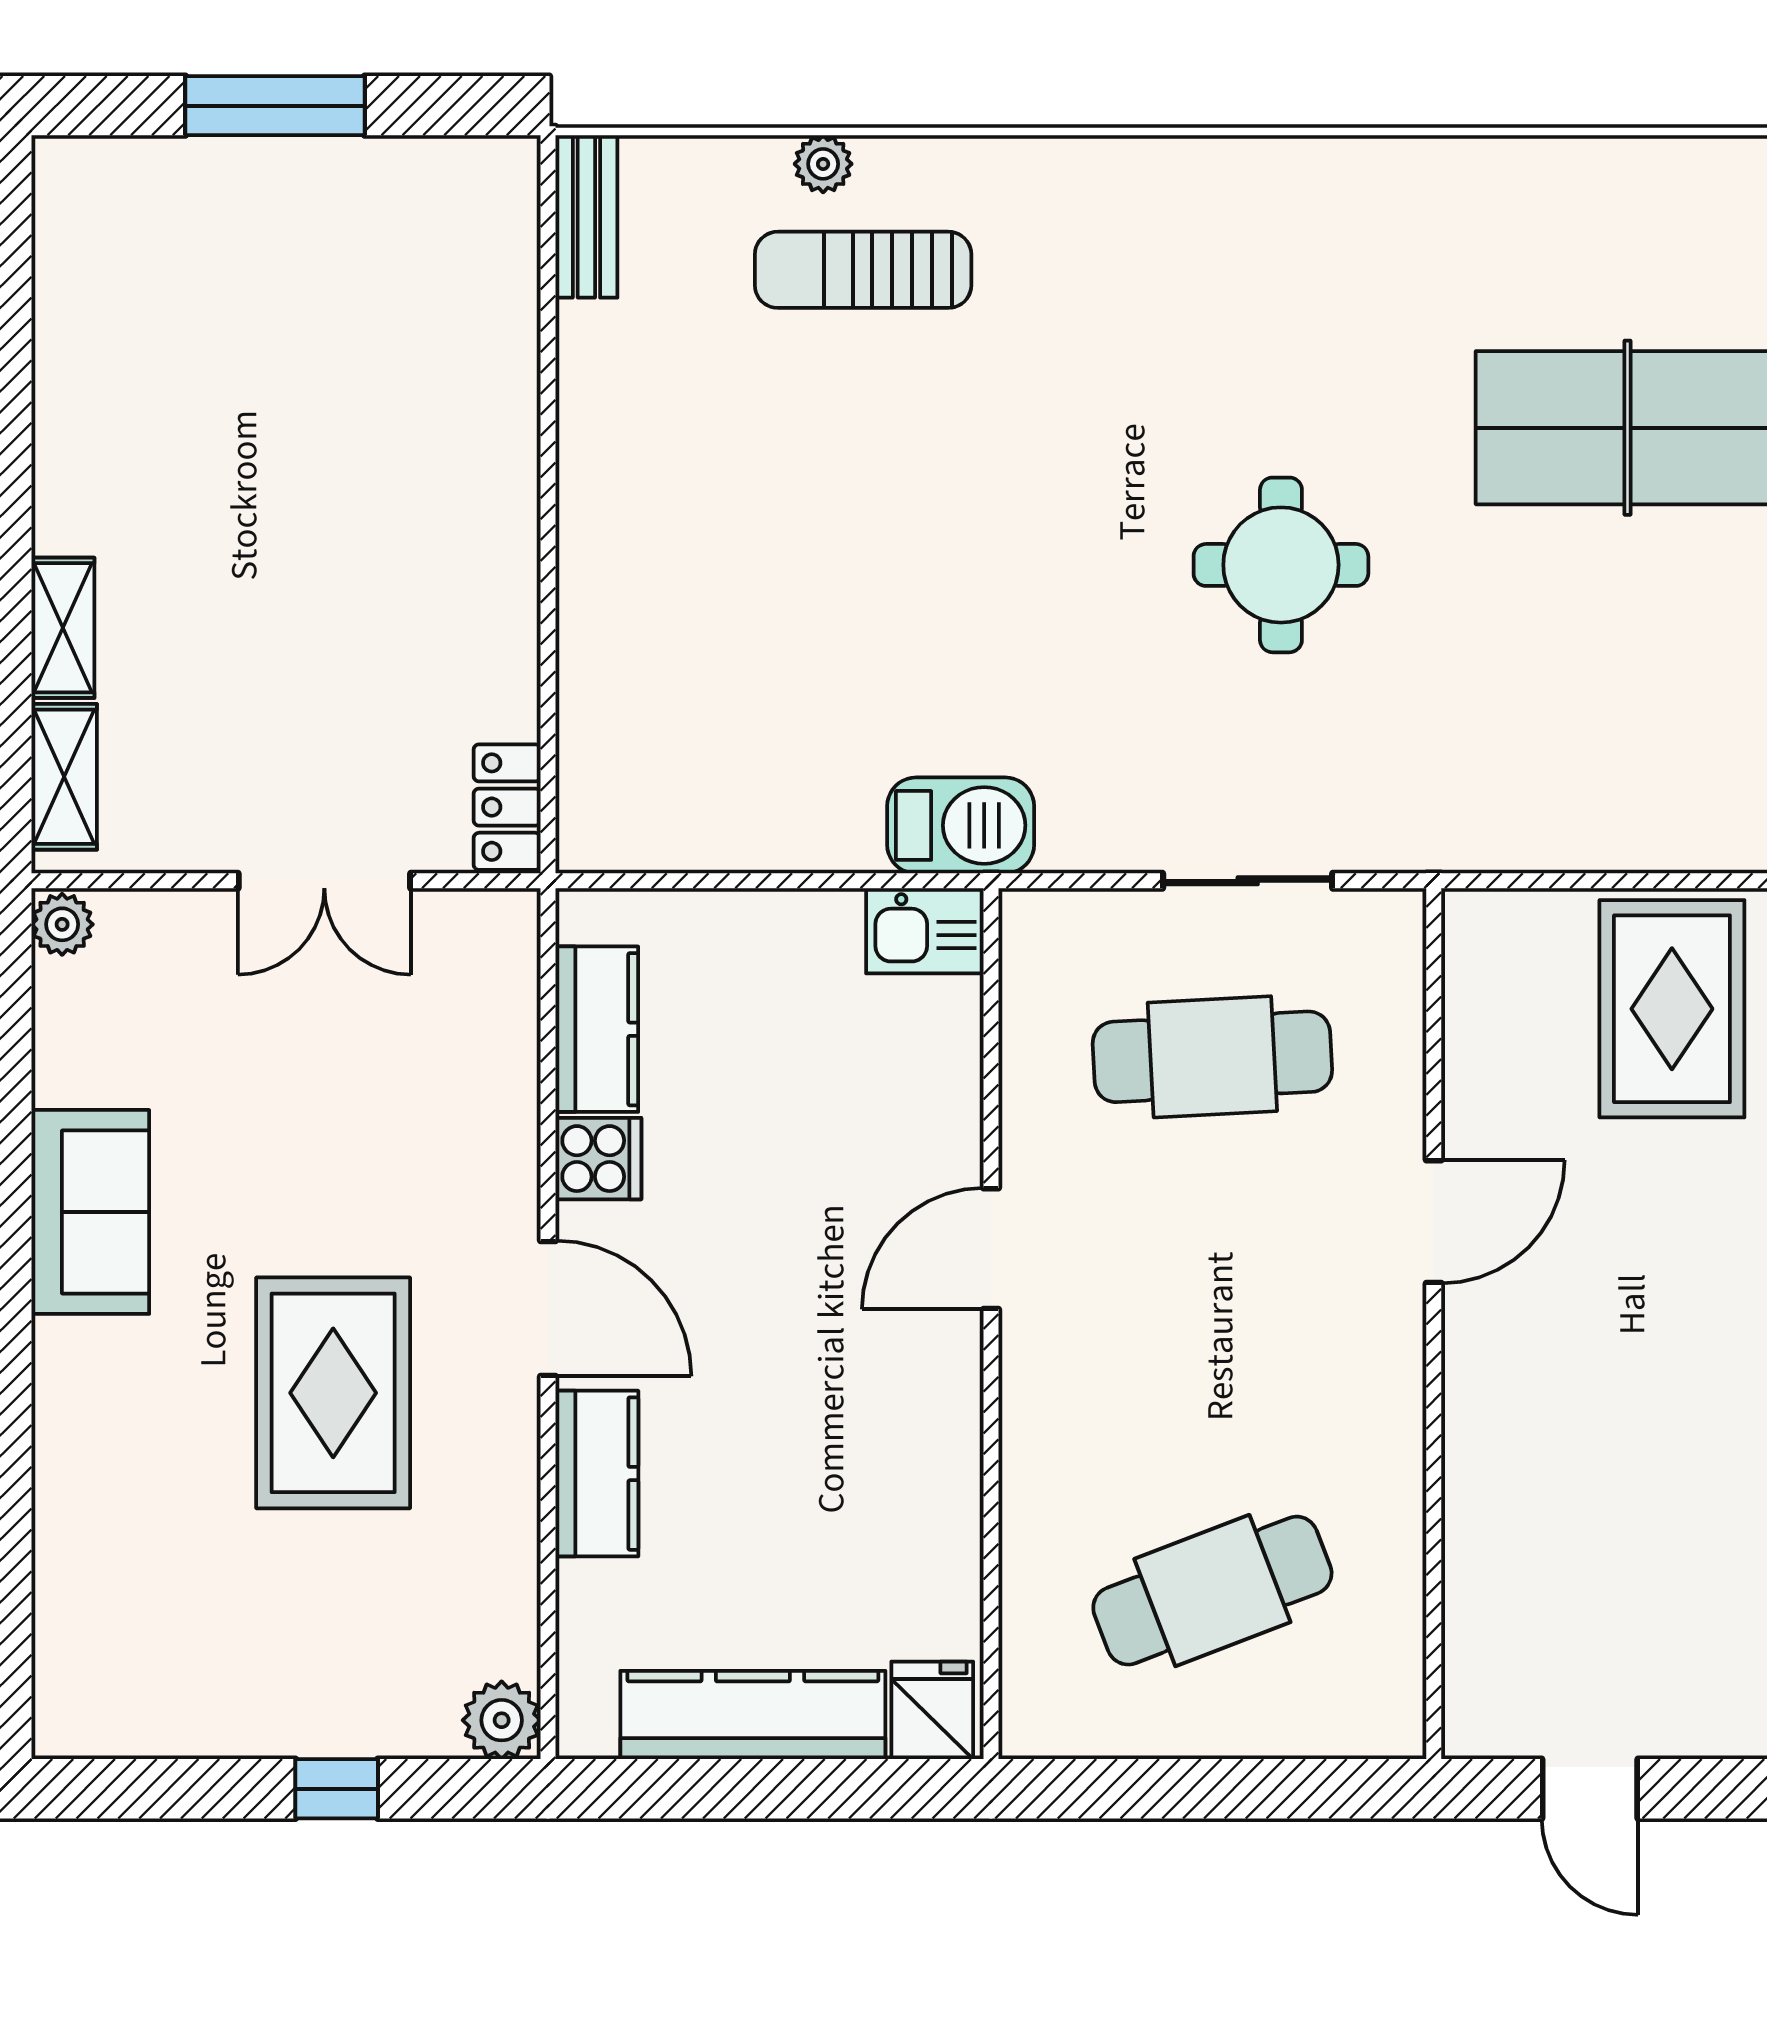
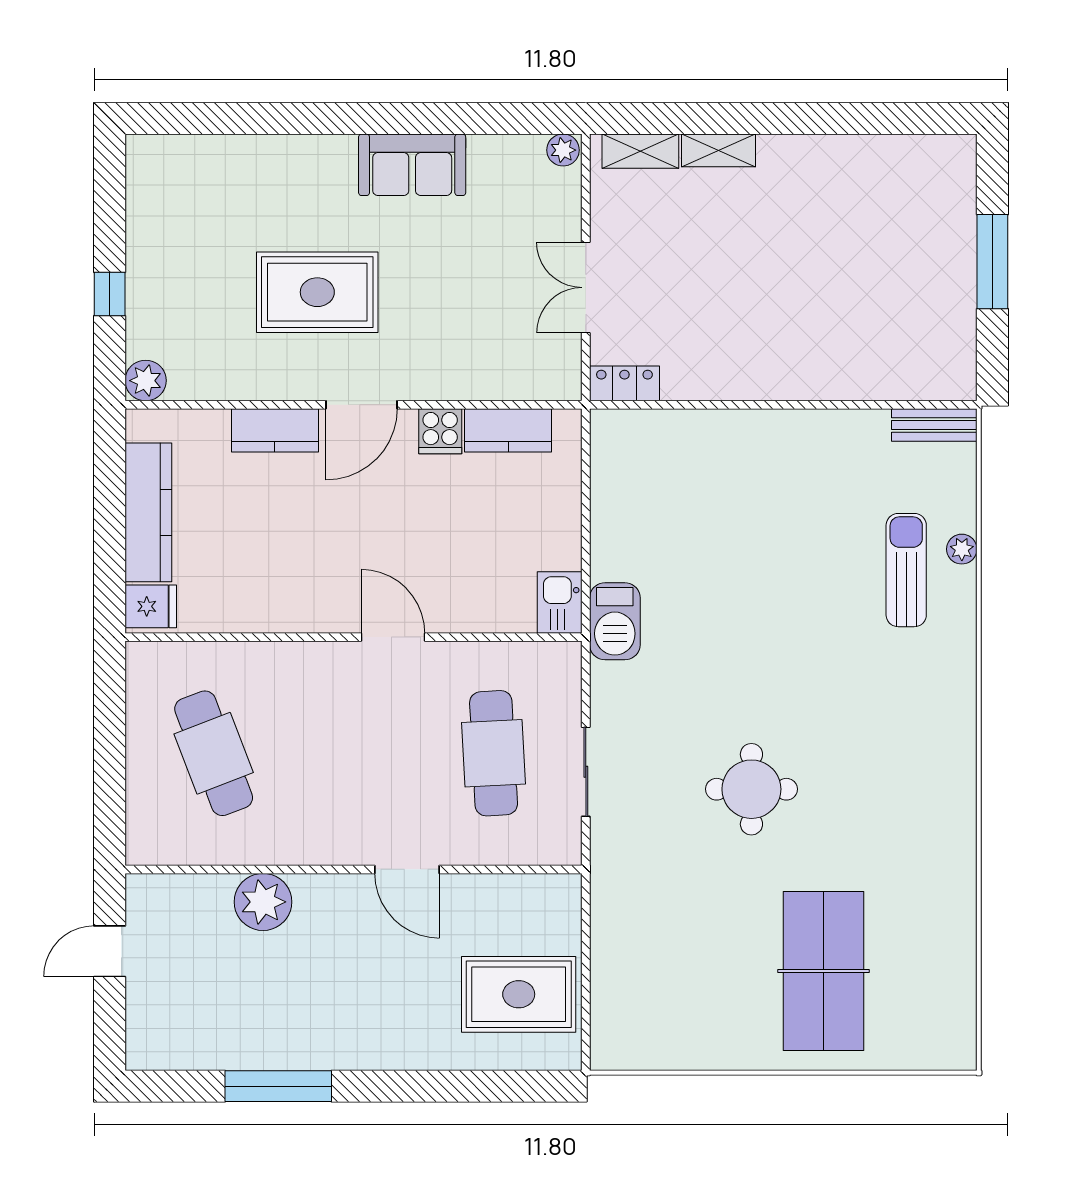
plant: (1496, 1496) -> (263, 902), added

